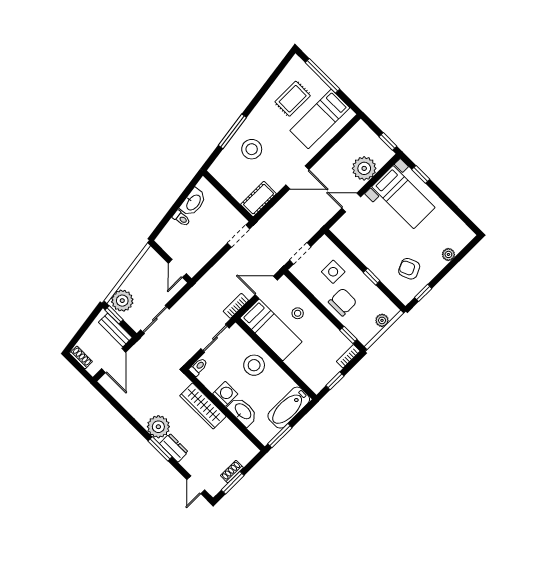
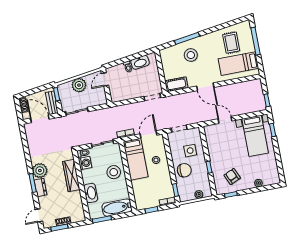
rug: (293, 99) -> (231, 43), turned 90
plant: (364, 168) -> (244, 106), removed
door: (177, 268) -> (105, 79), moved
door: (266, 287) -> (148, 135), hinge flipped
plant: (122, 301) -> (79, 85), moved
door: (114, 361) -> (40, 119), swing flipped
washing machine: (225, 394) -> (85, 163), moved

